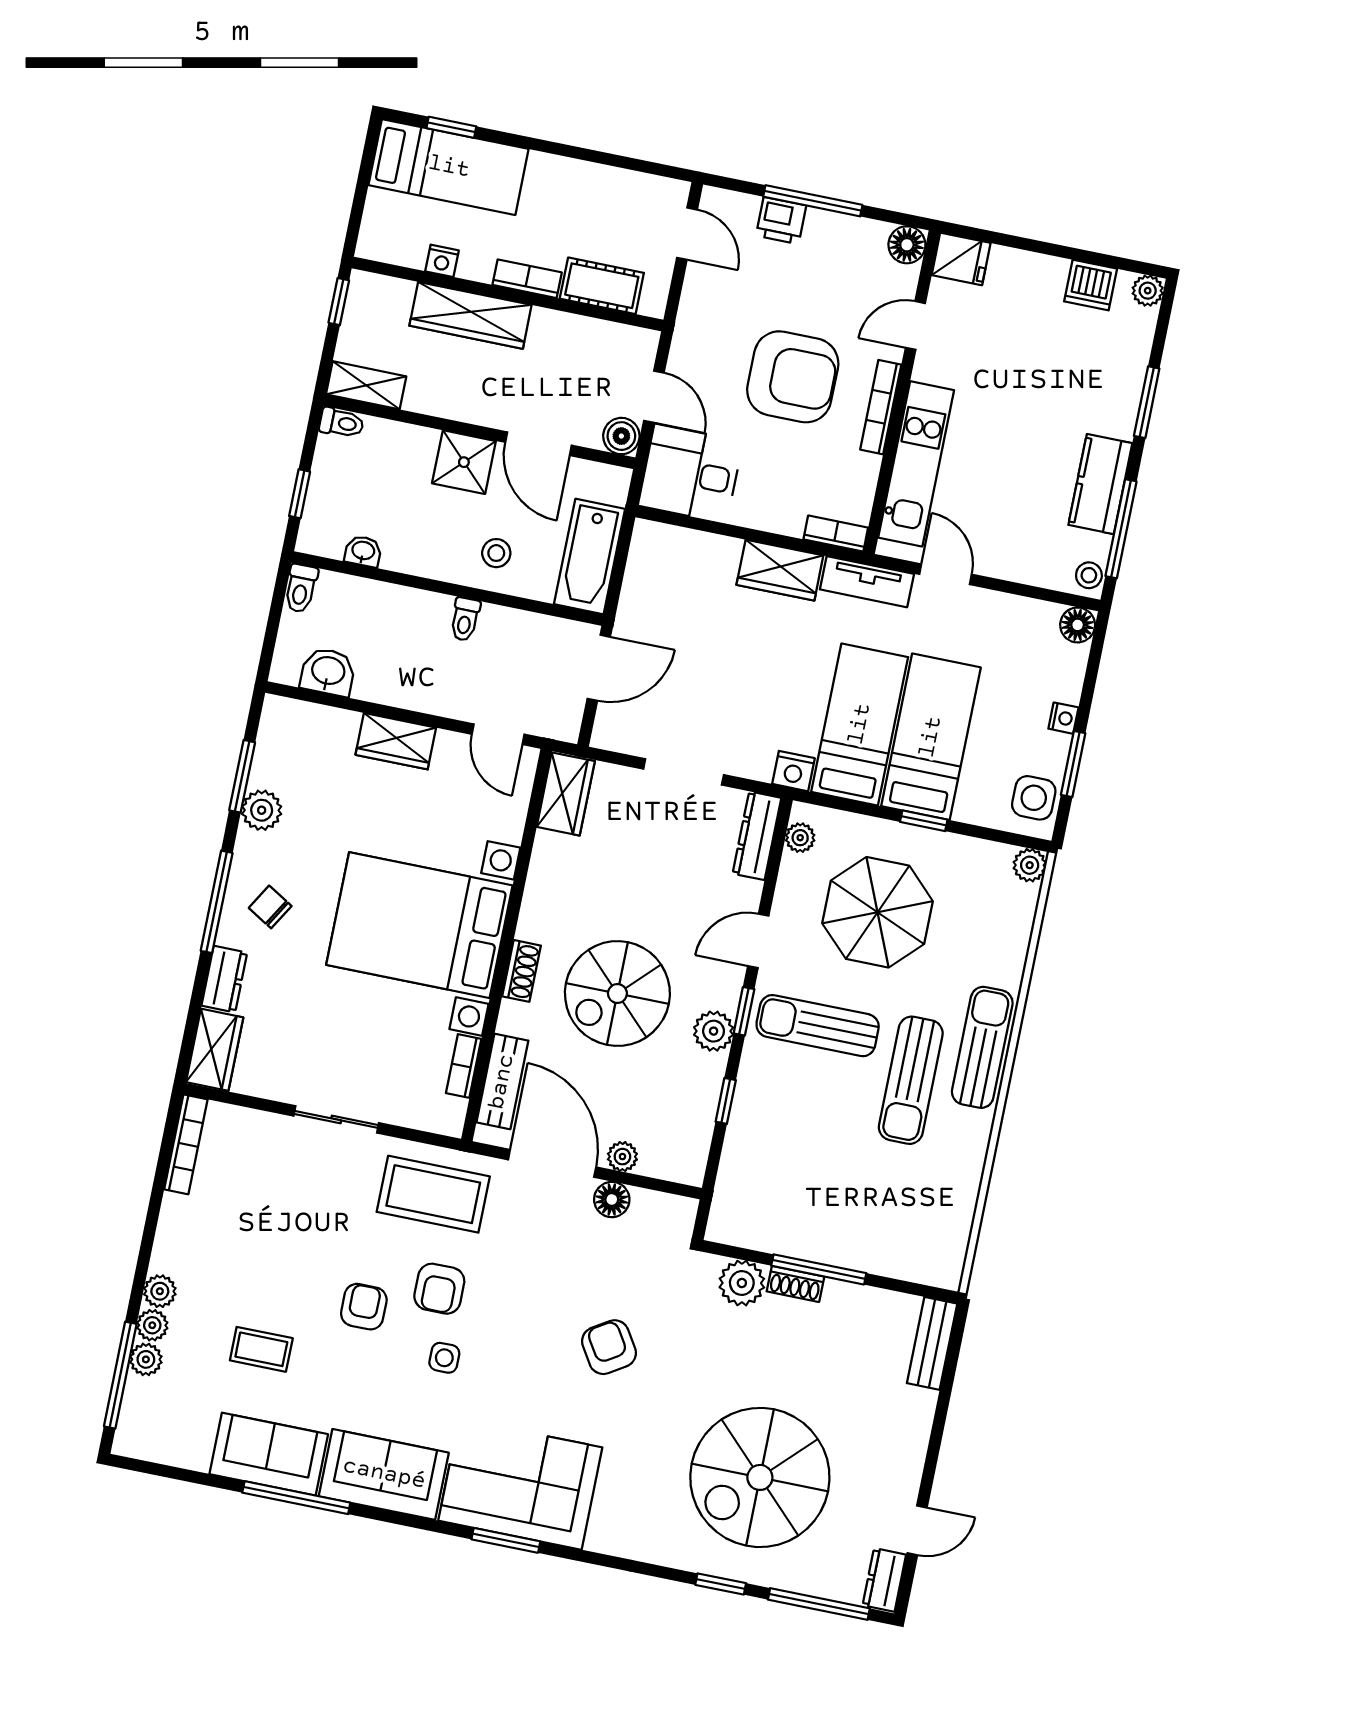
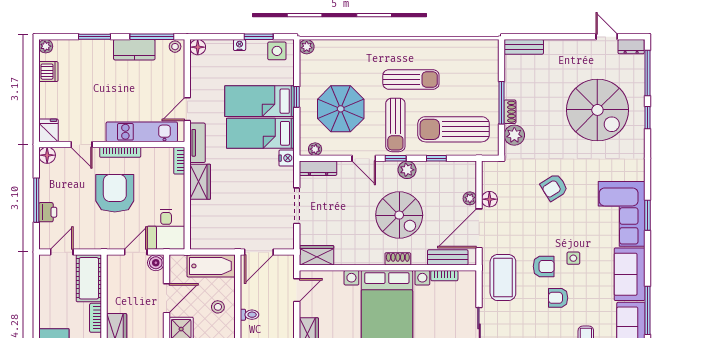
cot: (602, 286) -> (89, 278), width x1.37, depth x1.34
door: (599, 668) -> (259, 252), swing flipped
sun lounger: (982, 1047) -> (454, 129), moved, width x1.36, depth x1.34

